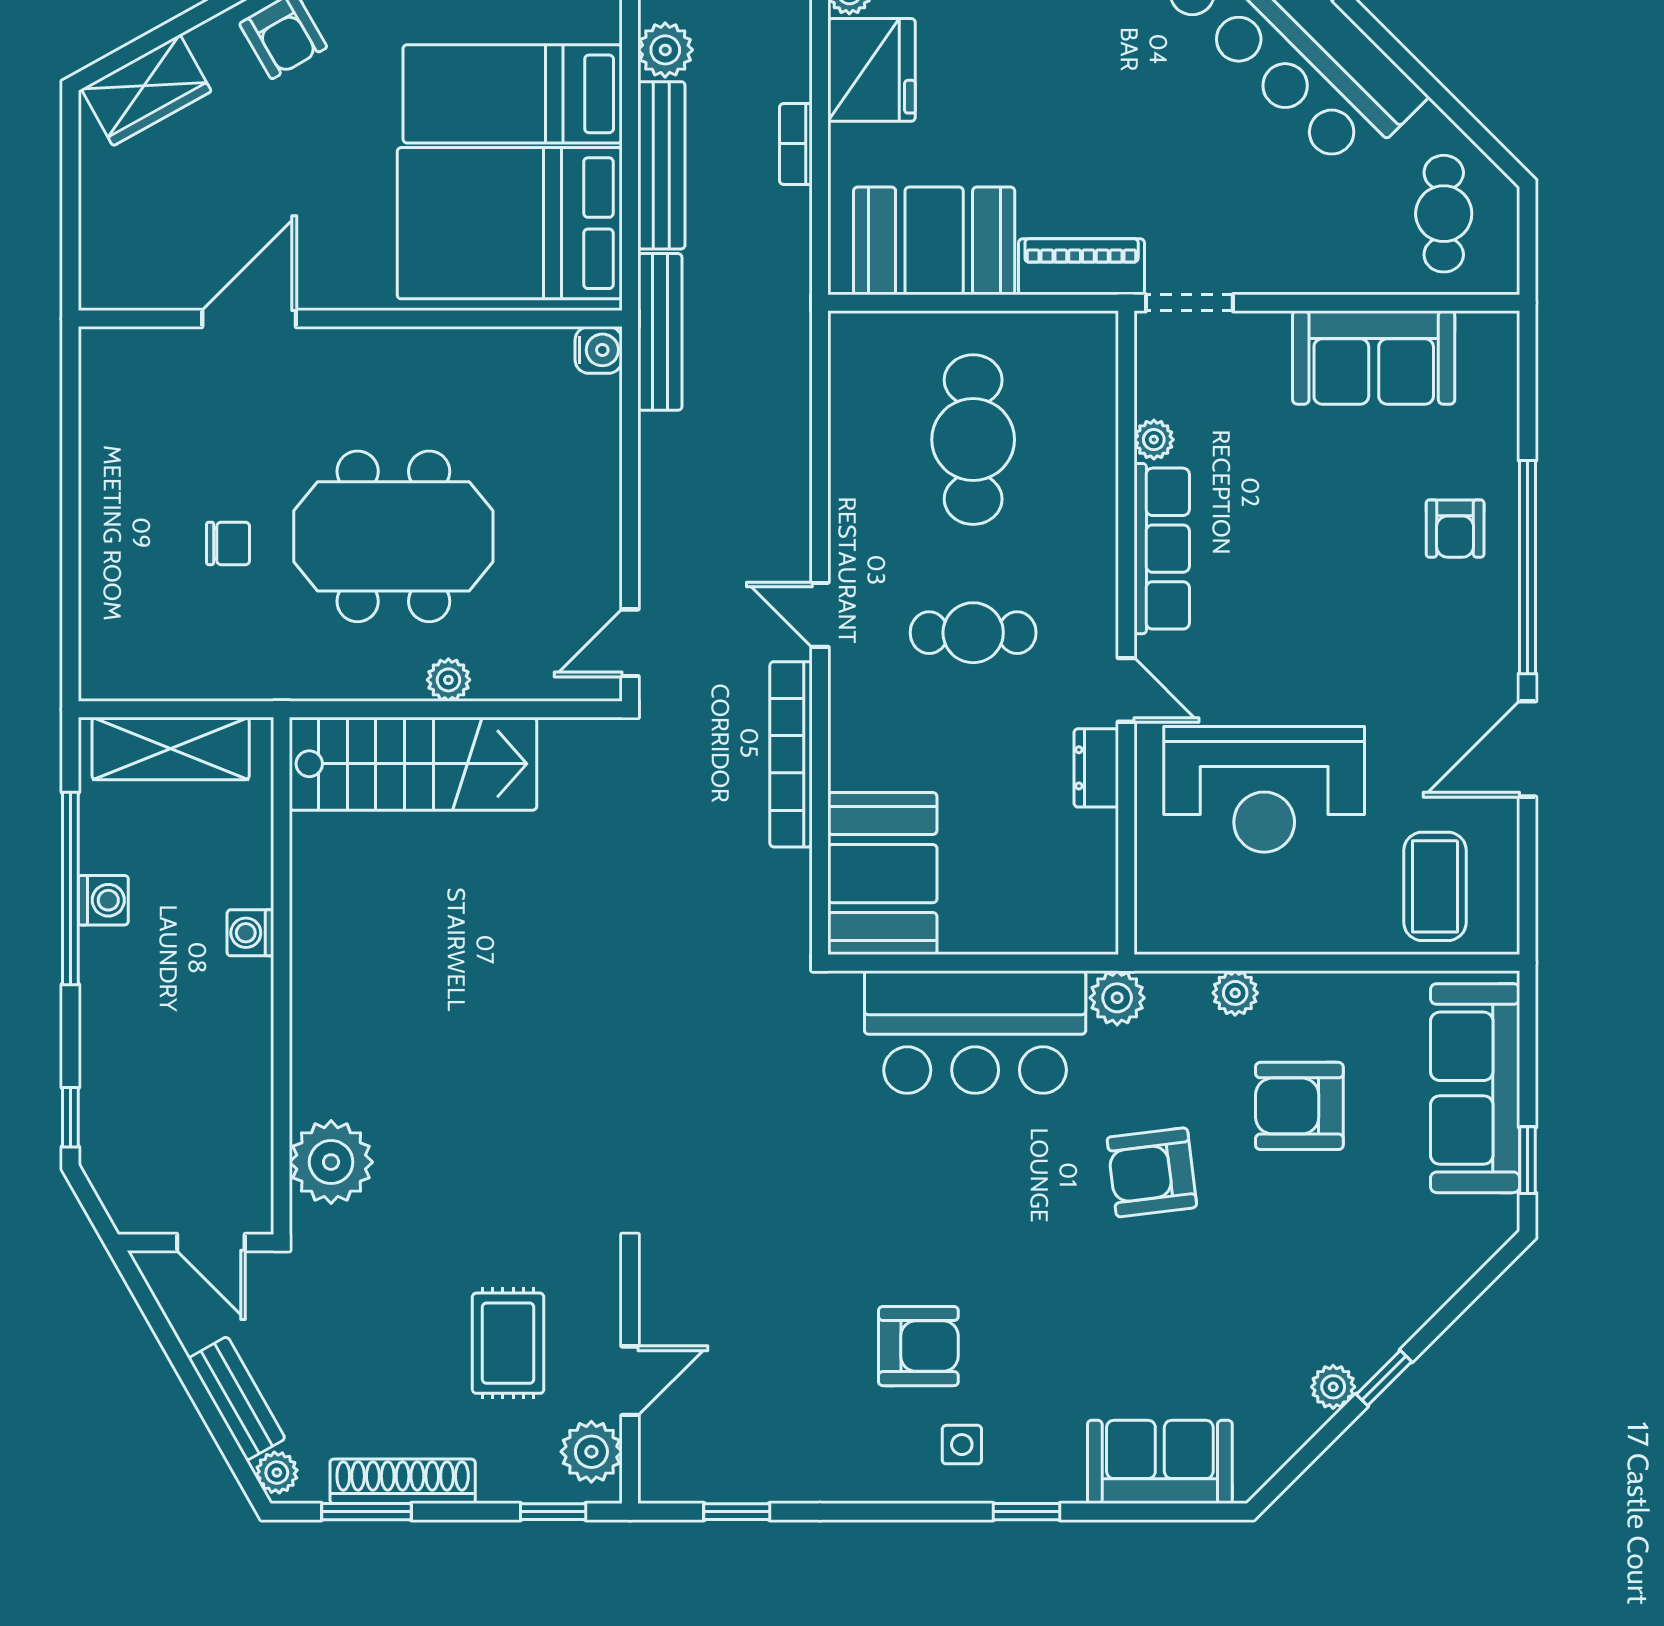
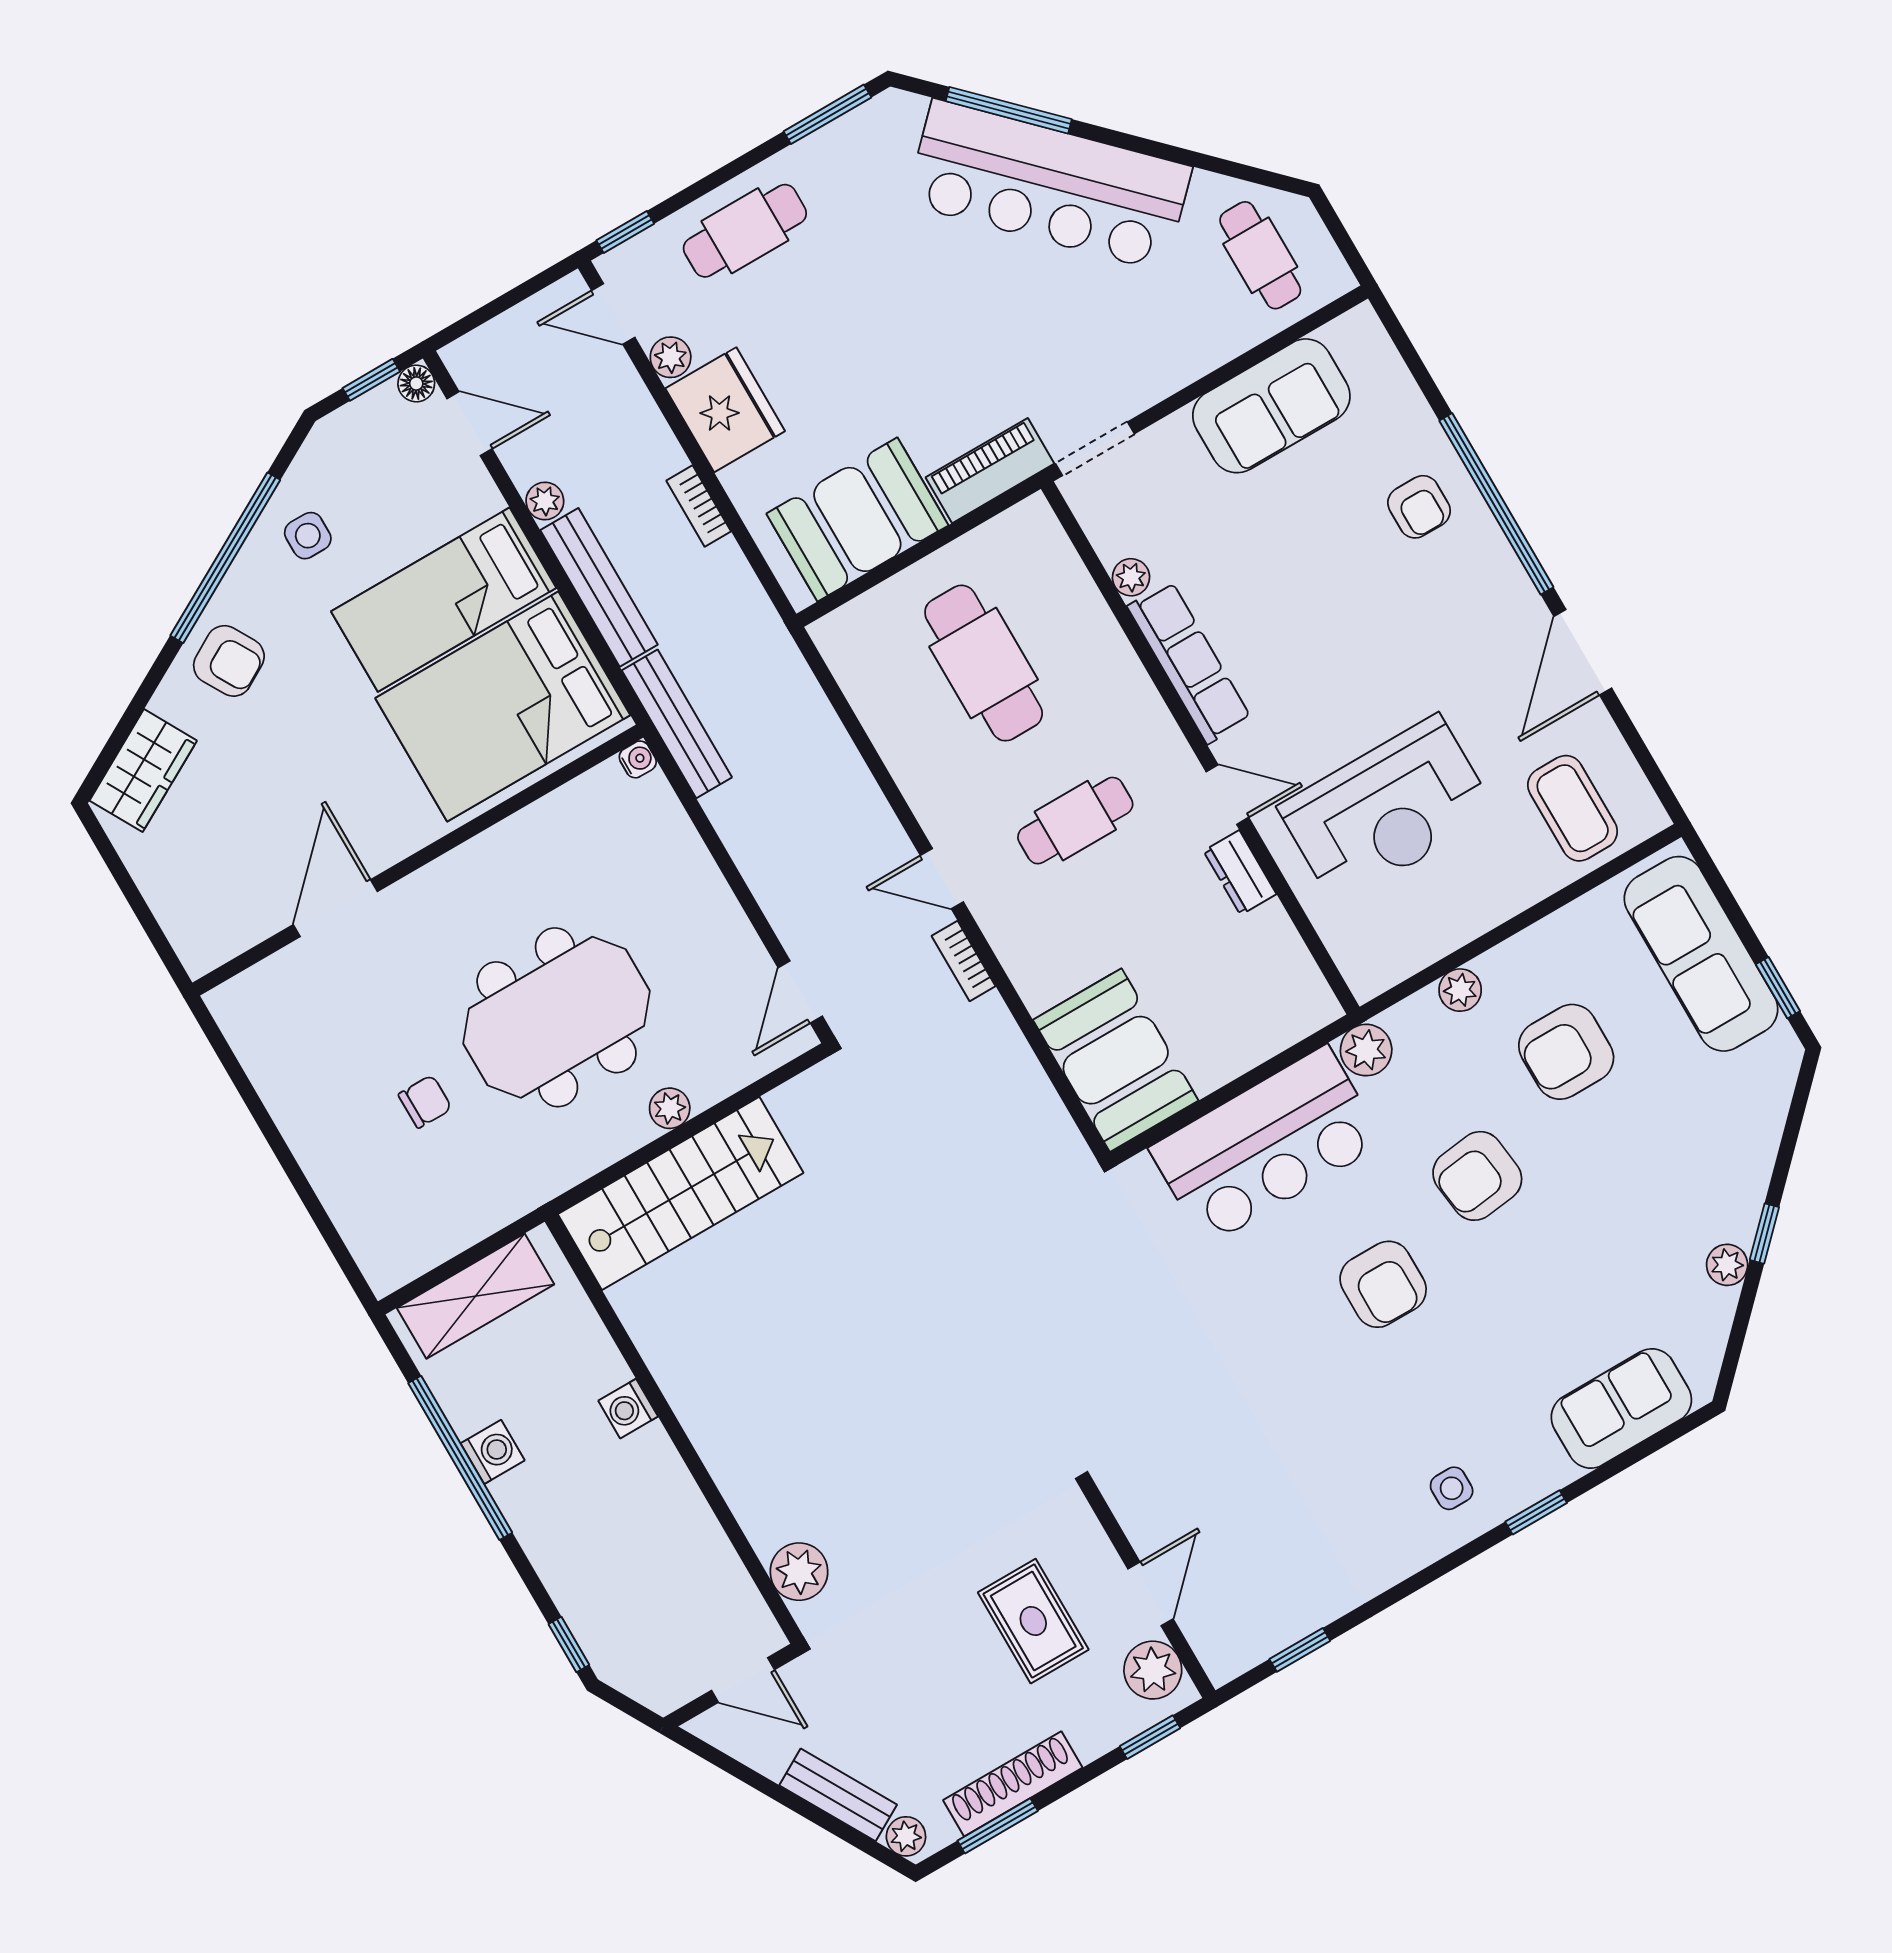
plant: (665, 50) -> (545, 501), width x0.73, depth x0.73
water cooler: (599, 350) -> (638, 759), width x0.72, depth x0.72
bookcase: (791, 754) -> (964, 961), width x0.43, depth x0.76
plant: (331, 1162) -> (799, 1572), width x0.73, depth x0.73
armchair: (918, 1346) -> (1383, 1284), moved, turned 90

